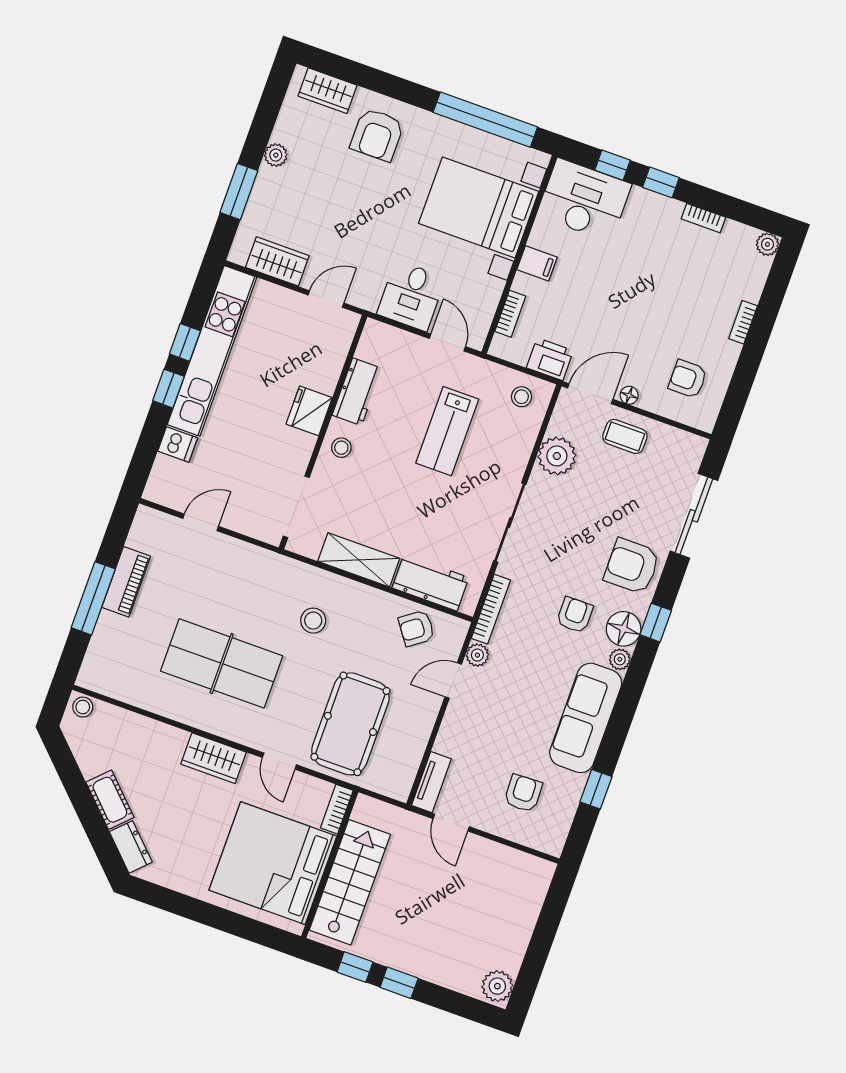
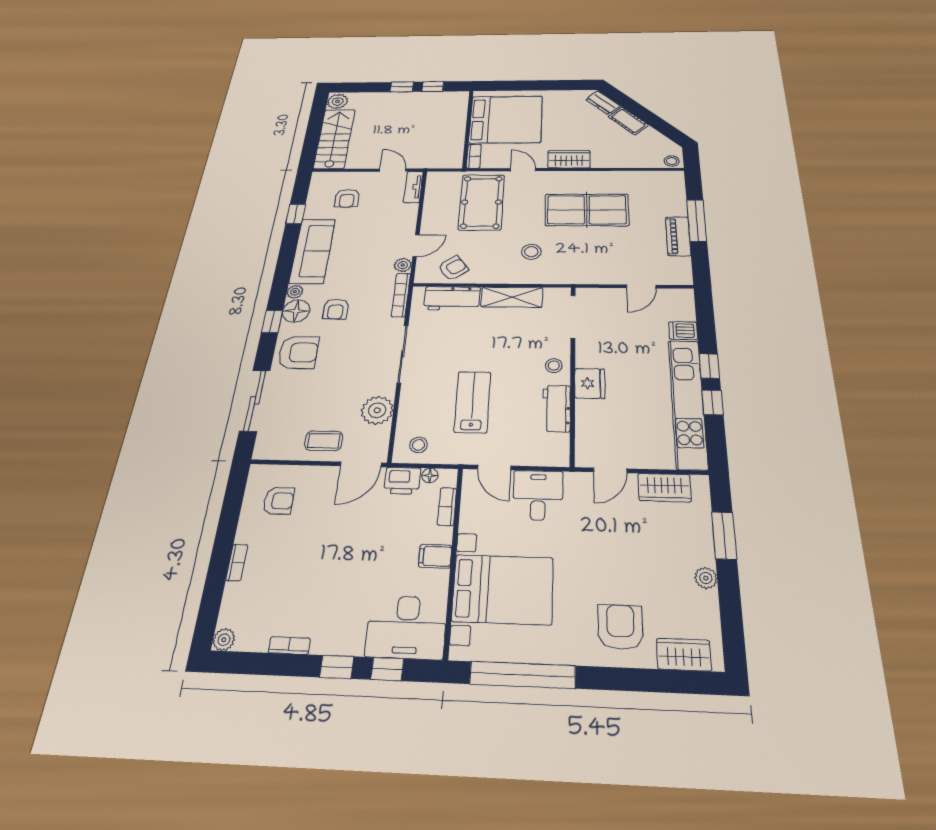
floor lamp: (629, 395) -> (430, 476), moved
stairs: (350, 882) -> (334, 139), moved, turned 180

